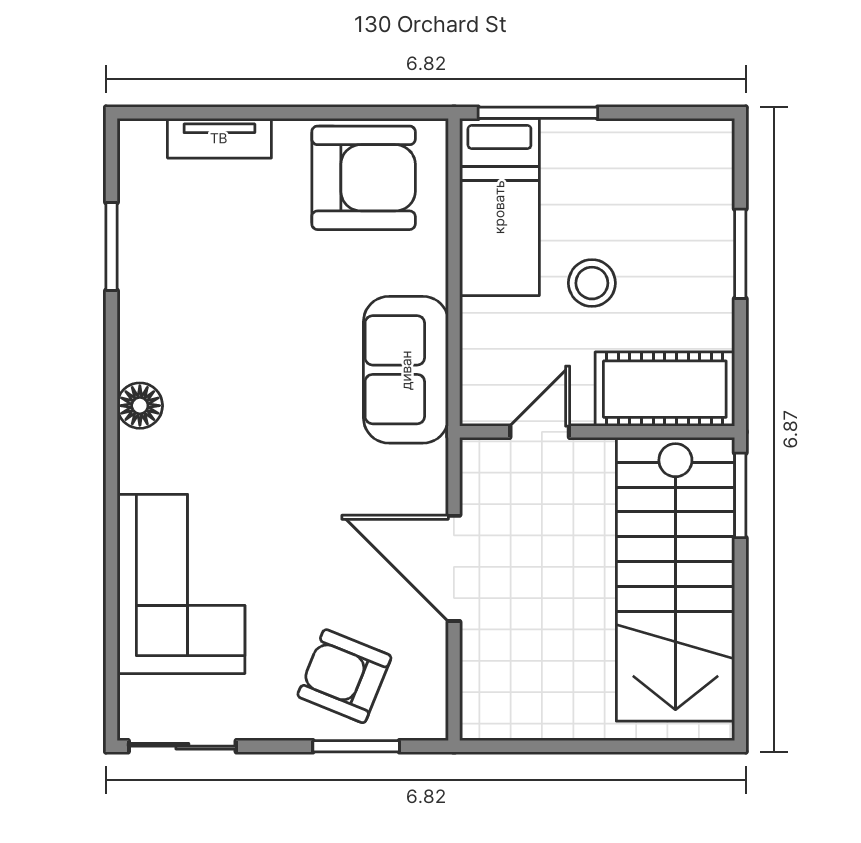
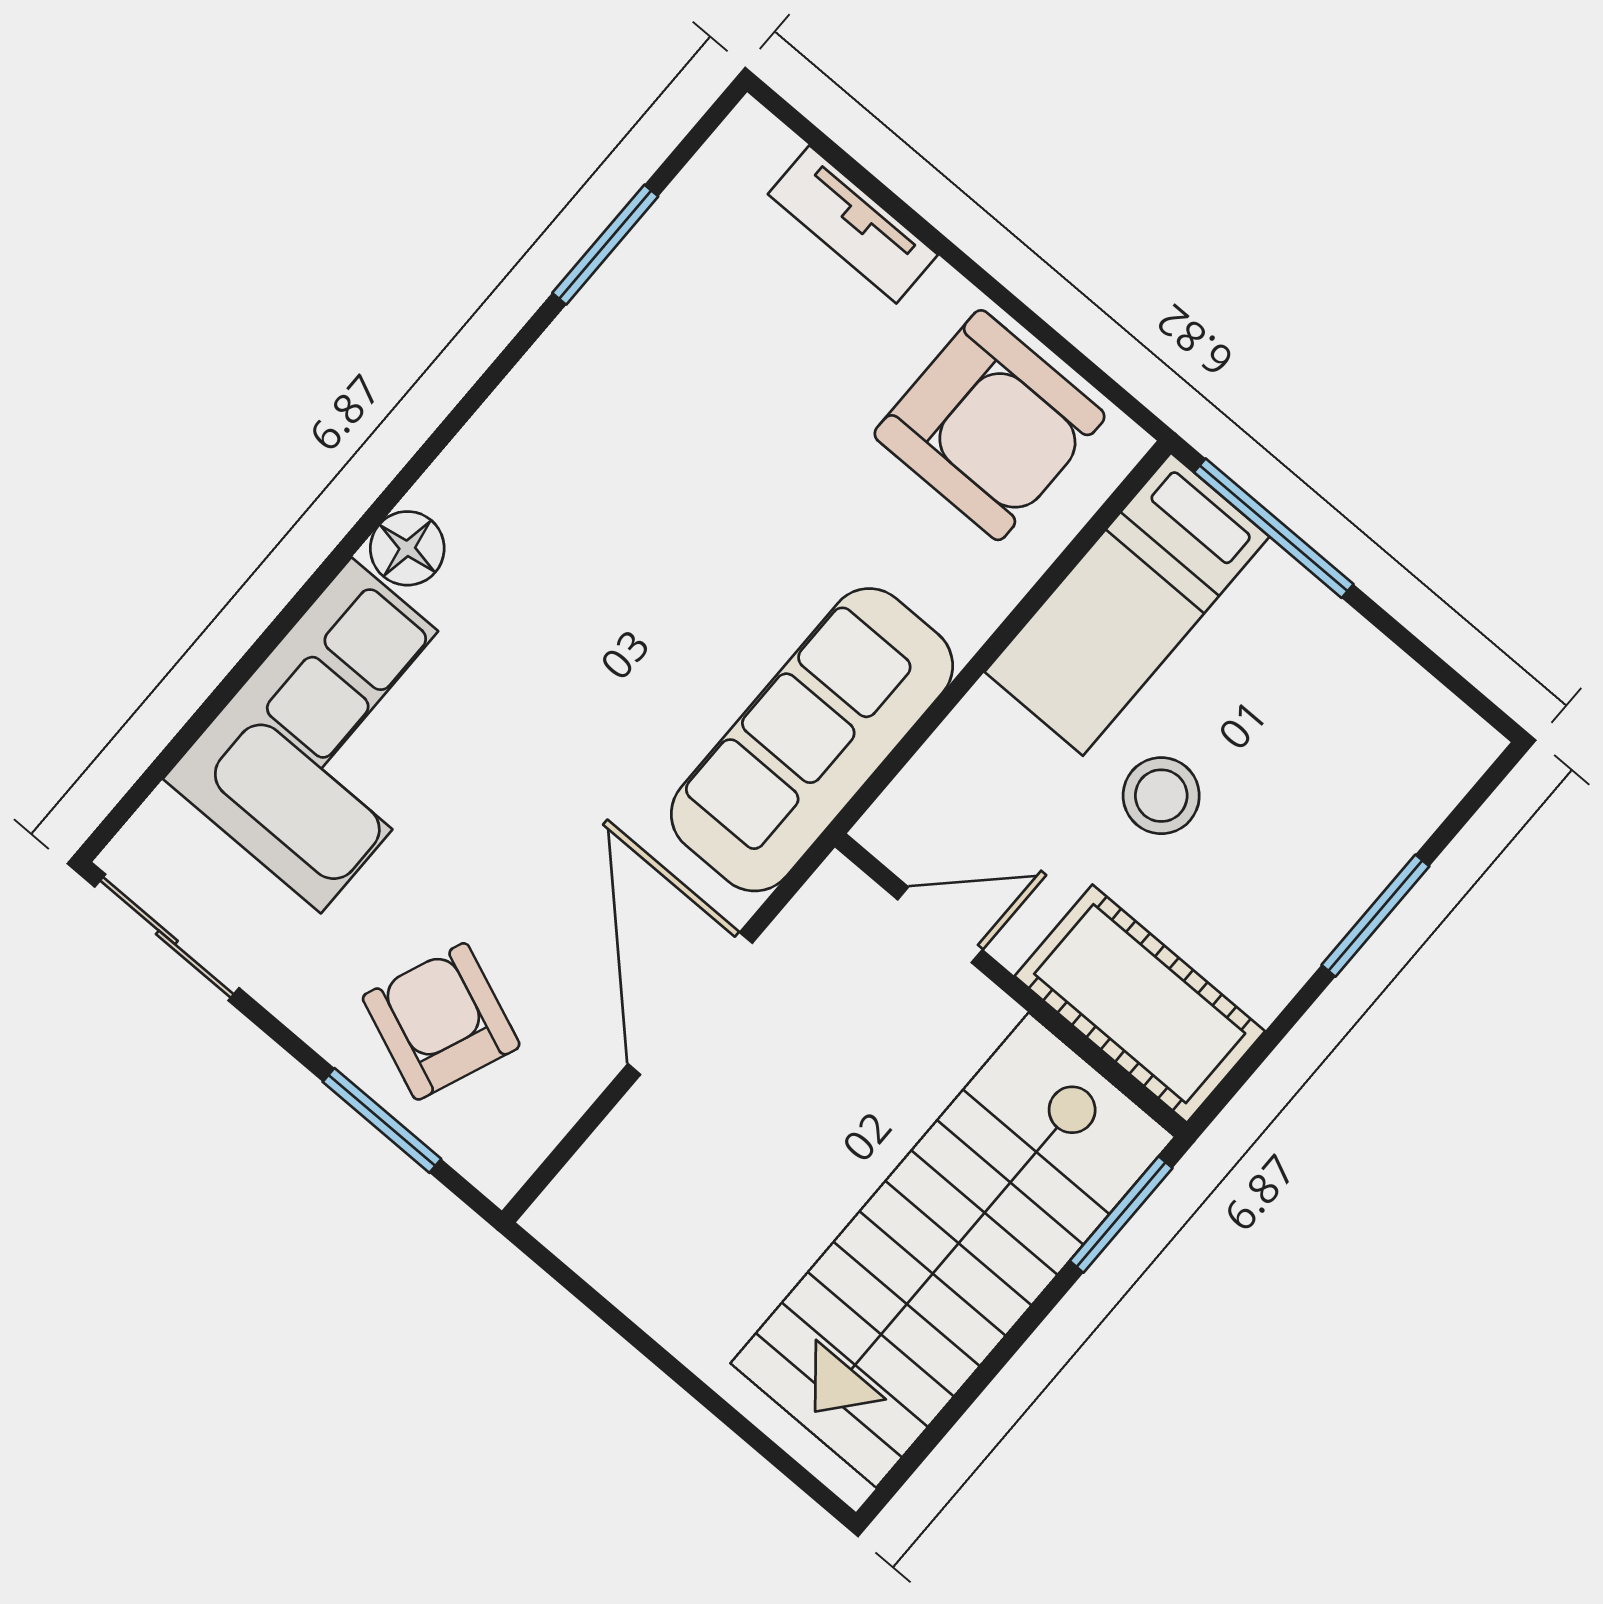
sofa: (406, 370) -> (812, 740), width x1.36
floor lamp: (140, 406) -> (407, 548), moved

